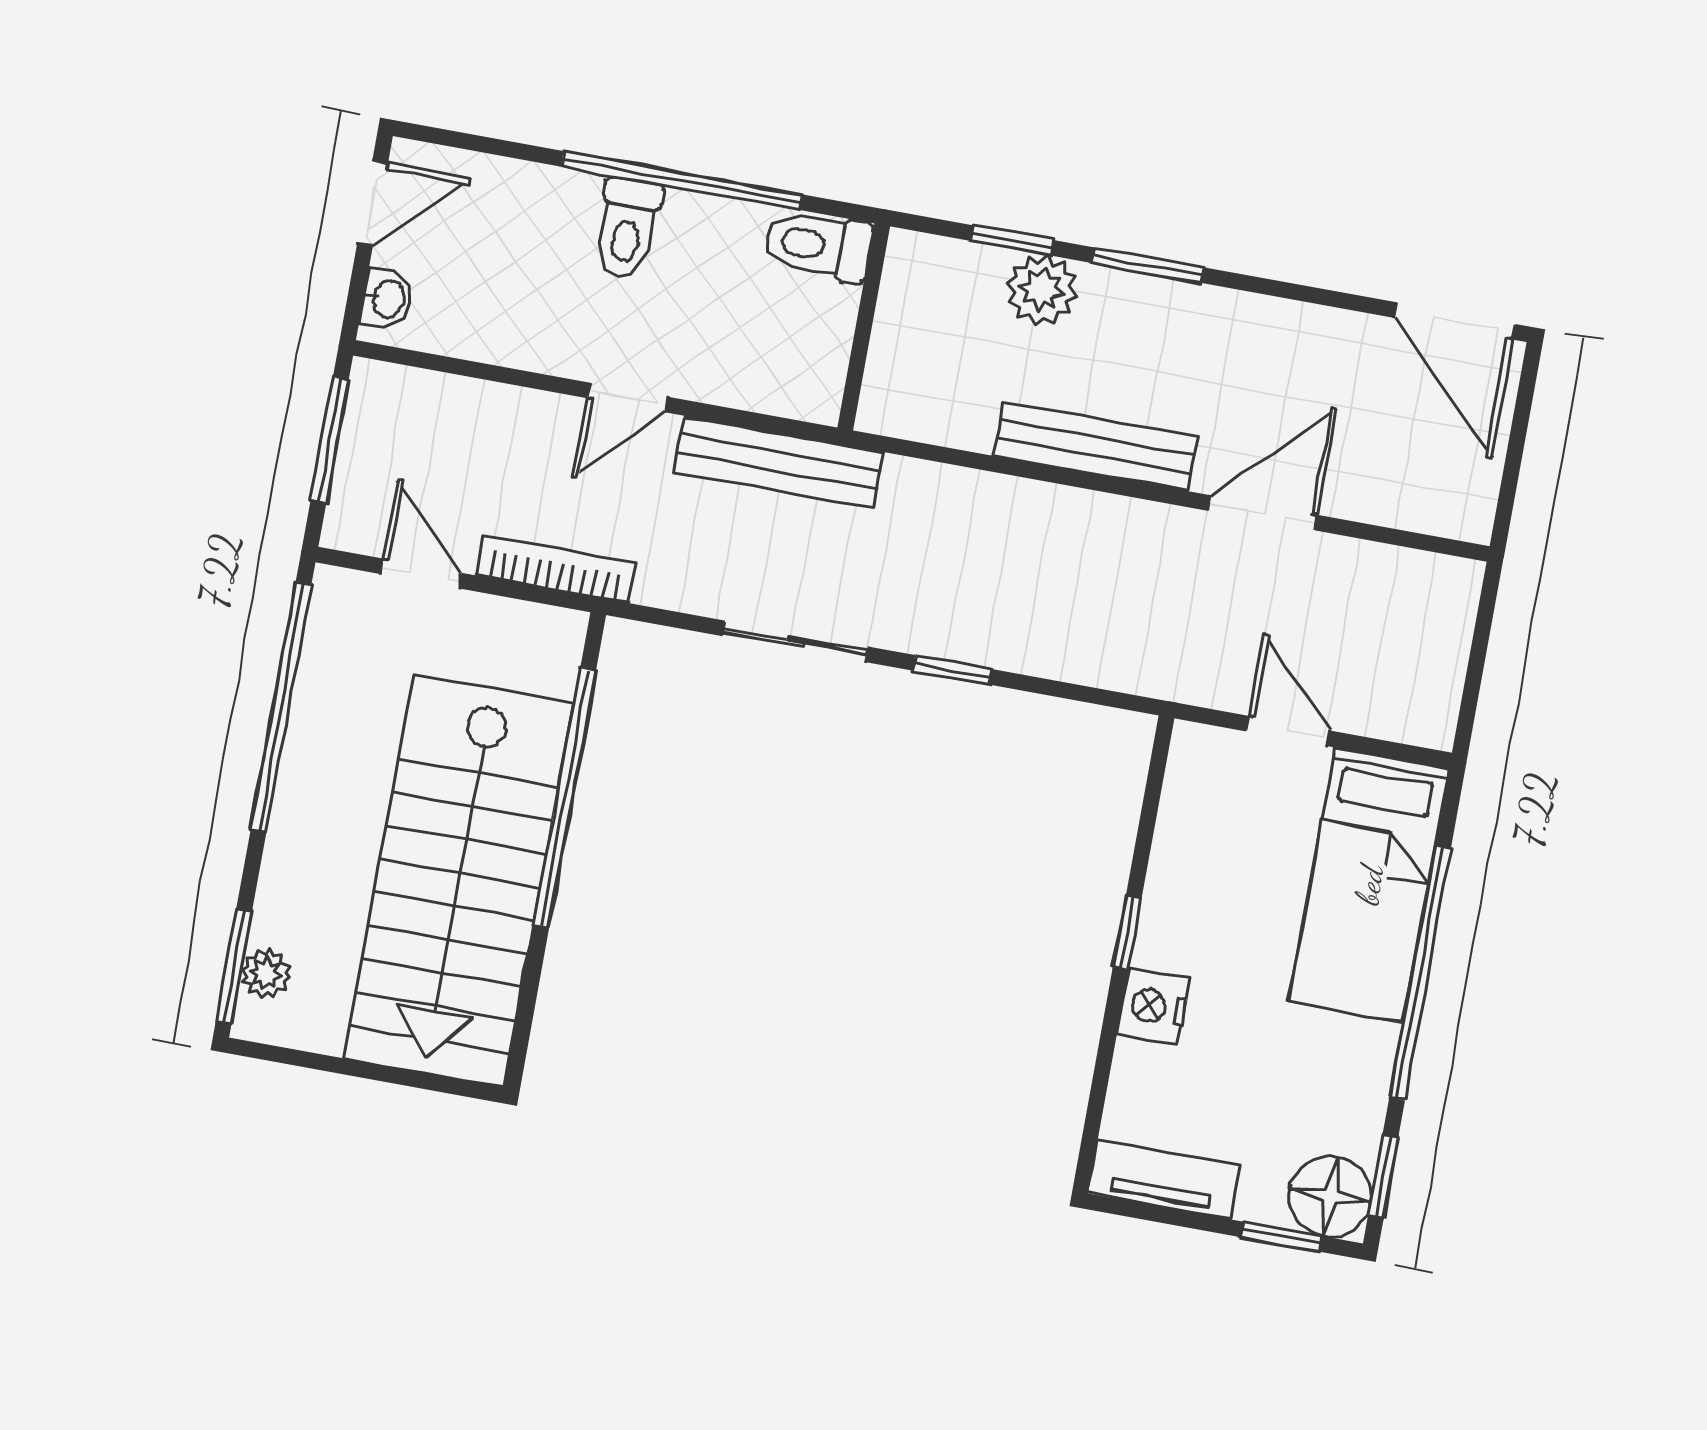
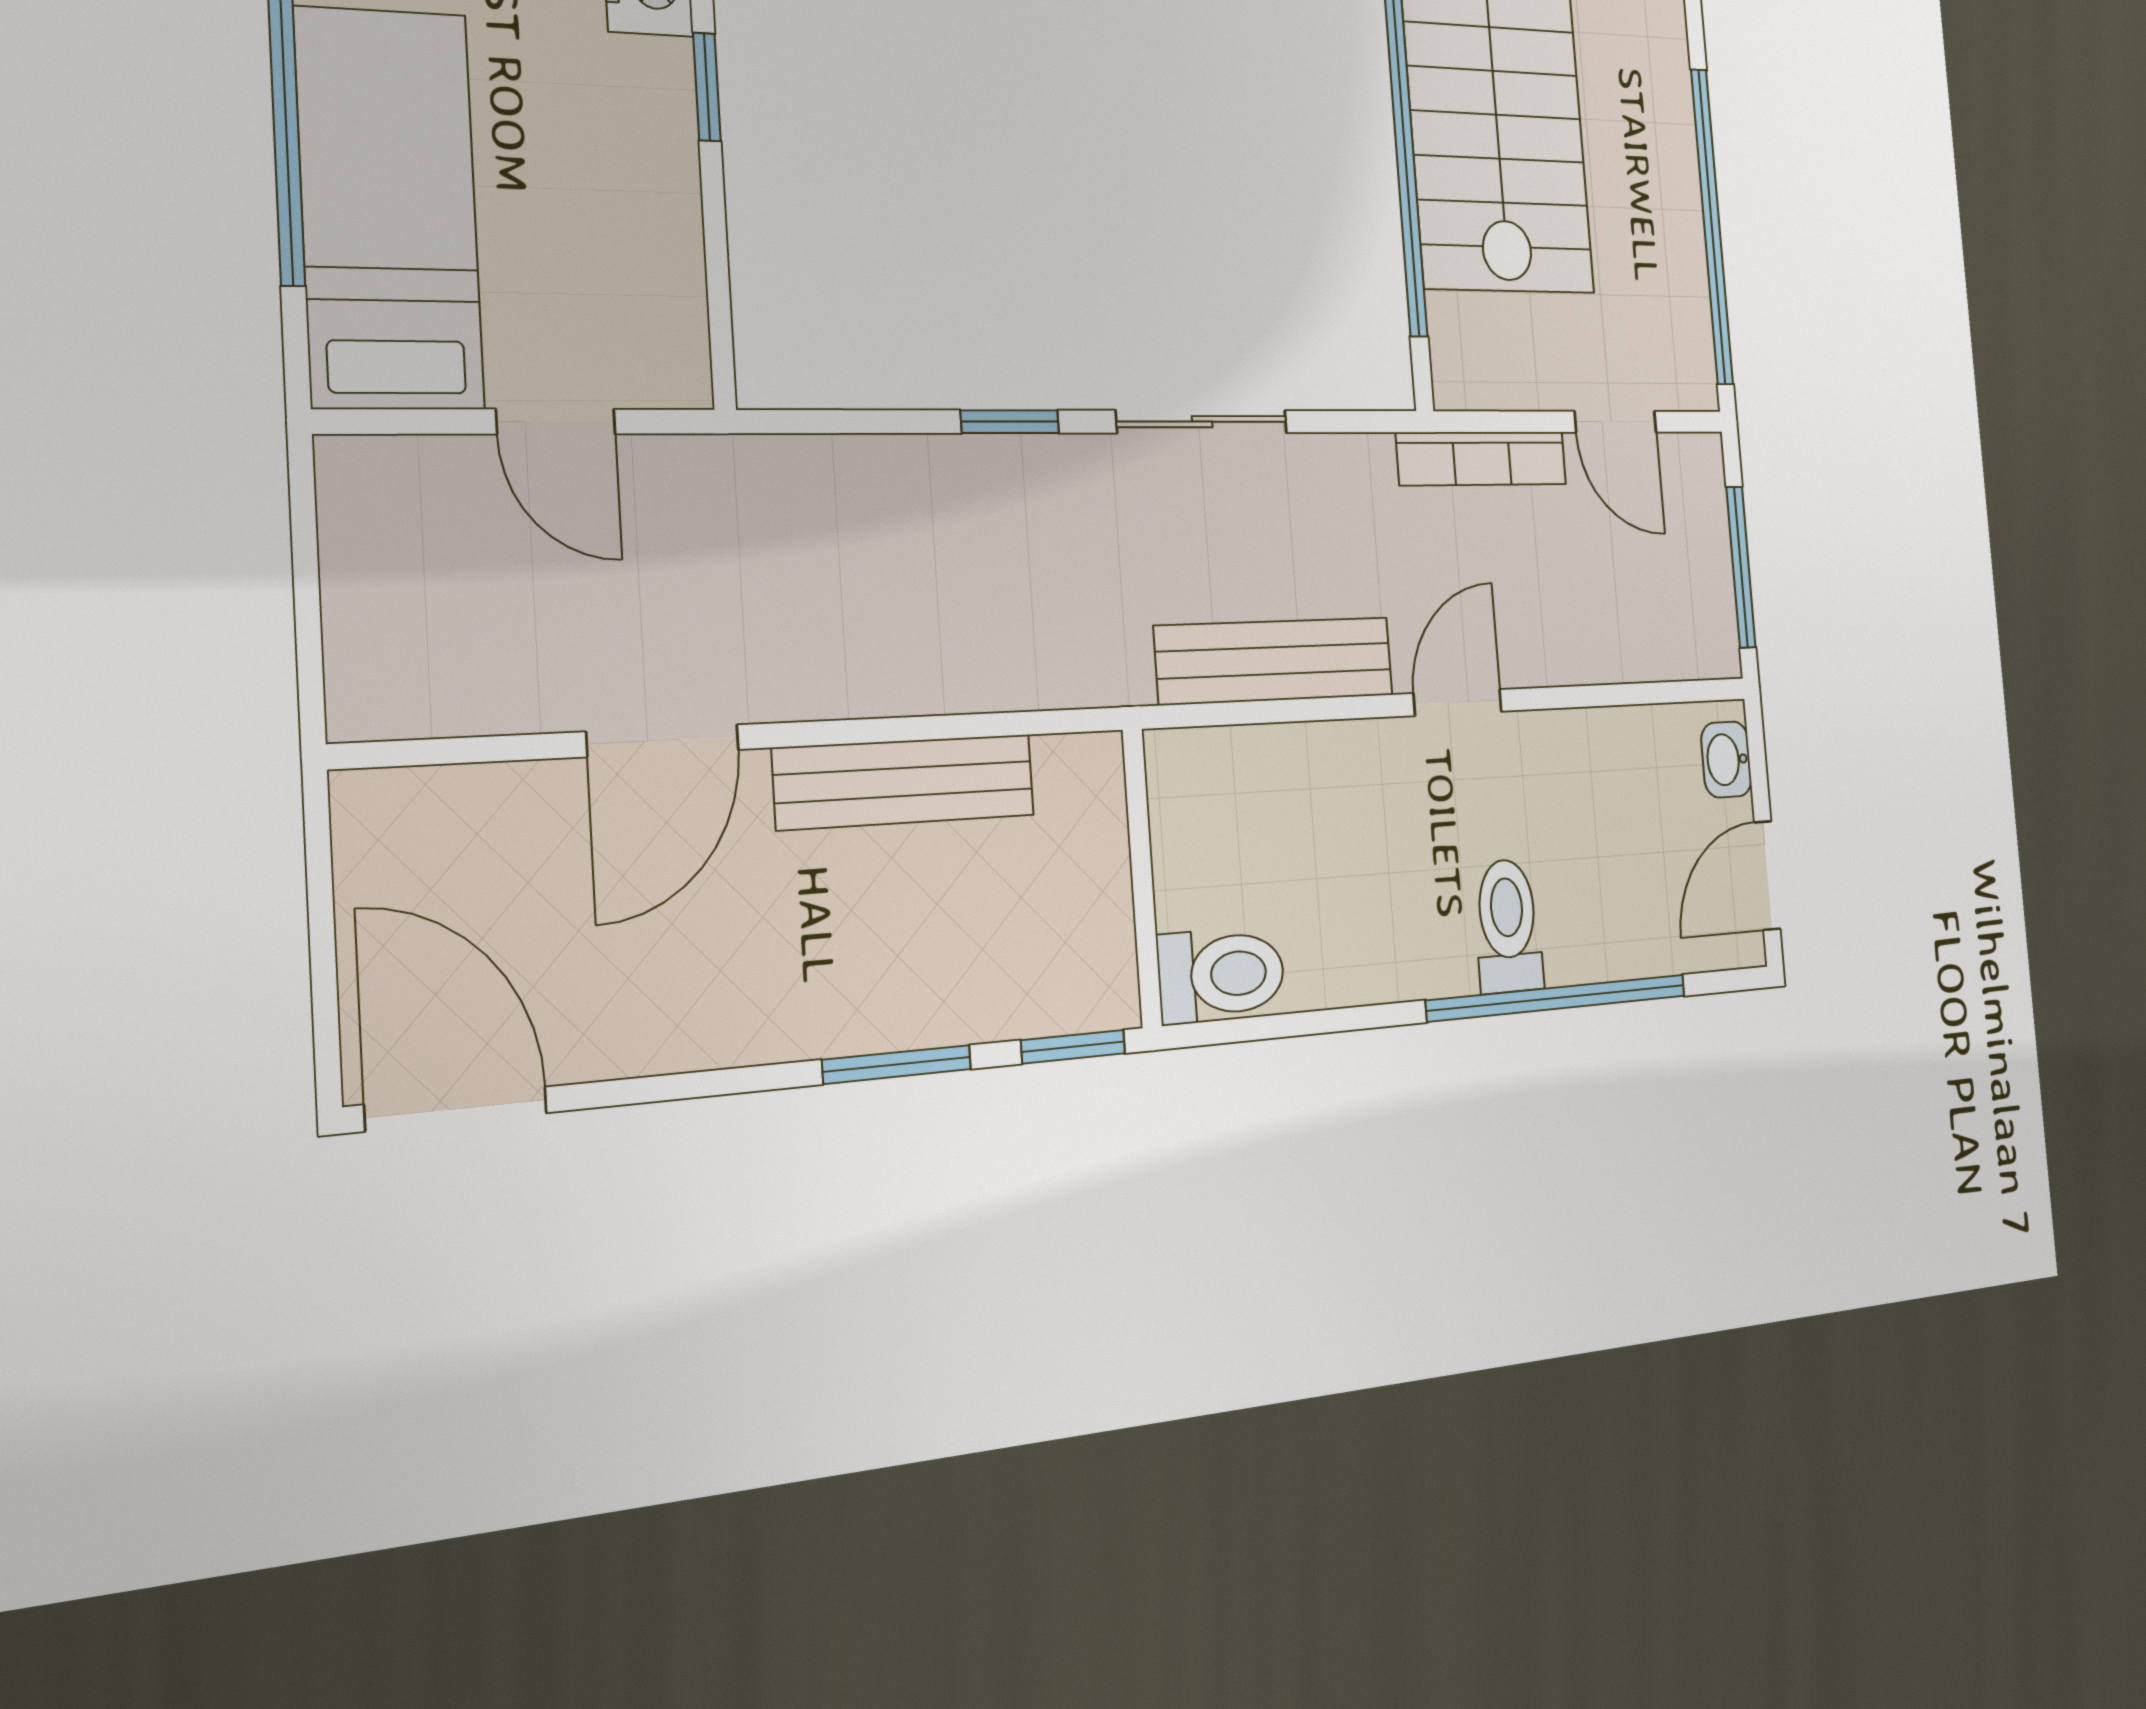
window: (681, 180) -> (1558, 998), moved
toilet: (817, 245) -> (1221, 975), moved
plant: (1042, 290) -> (1021, 988), removed
wall: (864, 327) -> (1142, 878), moved

